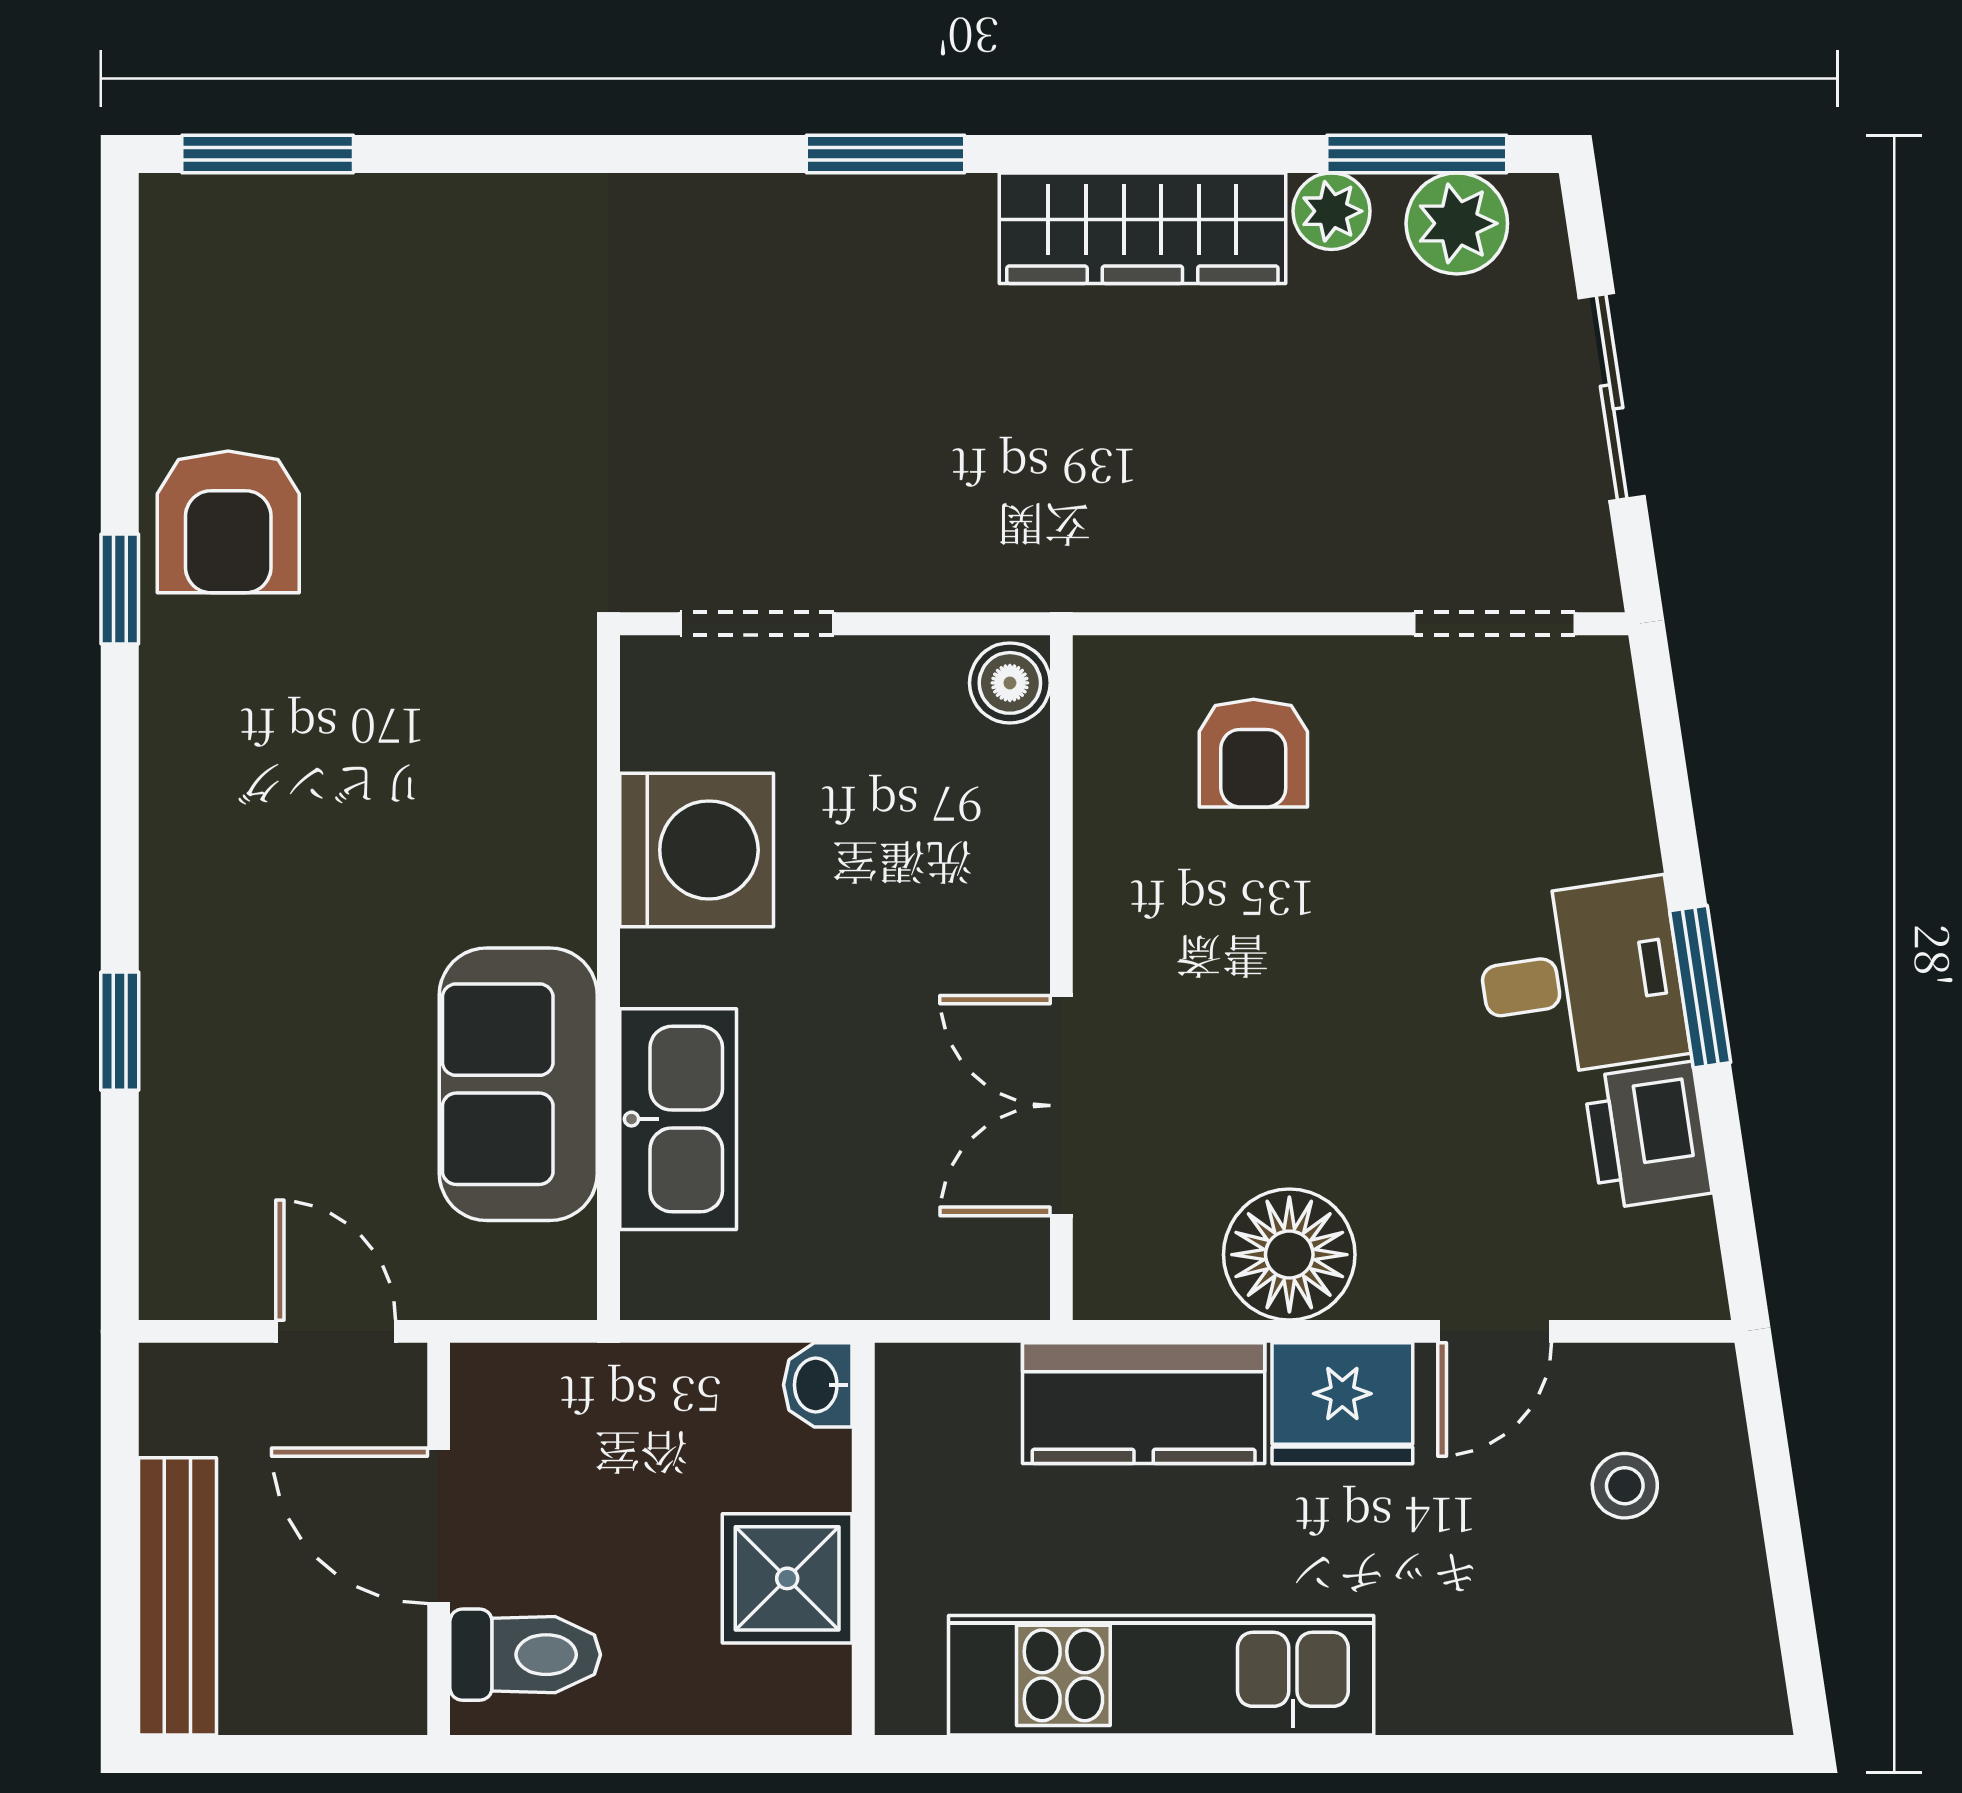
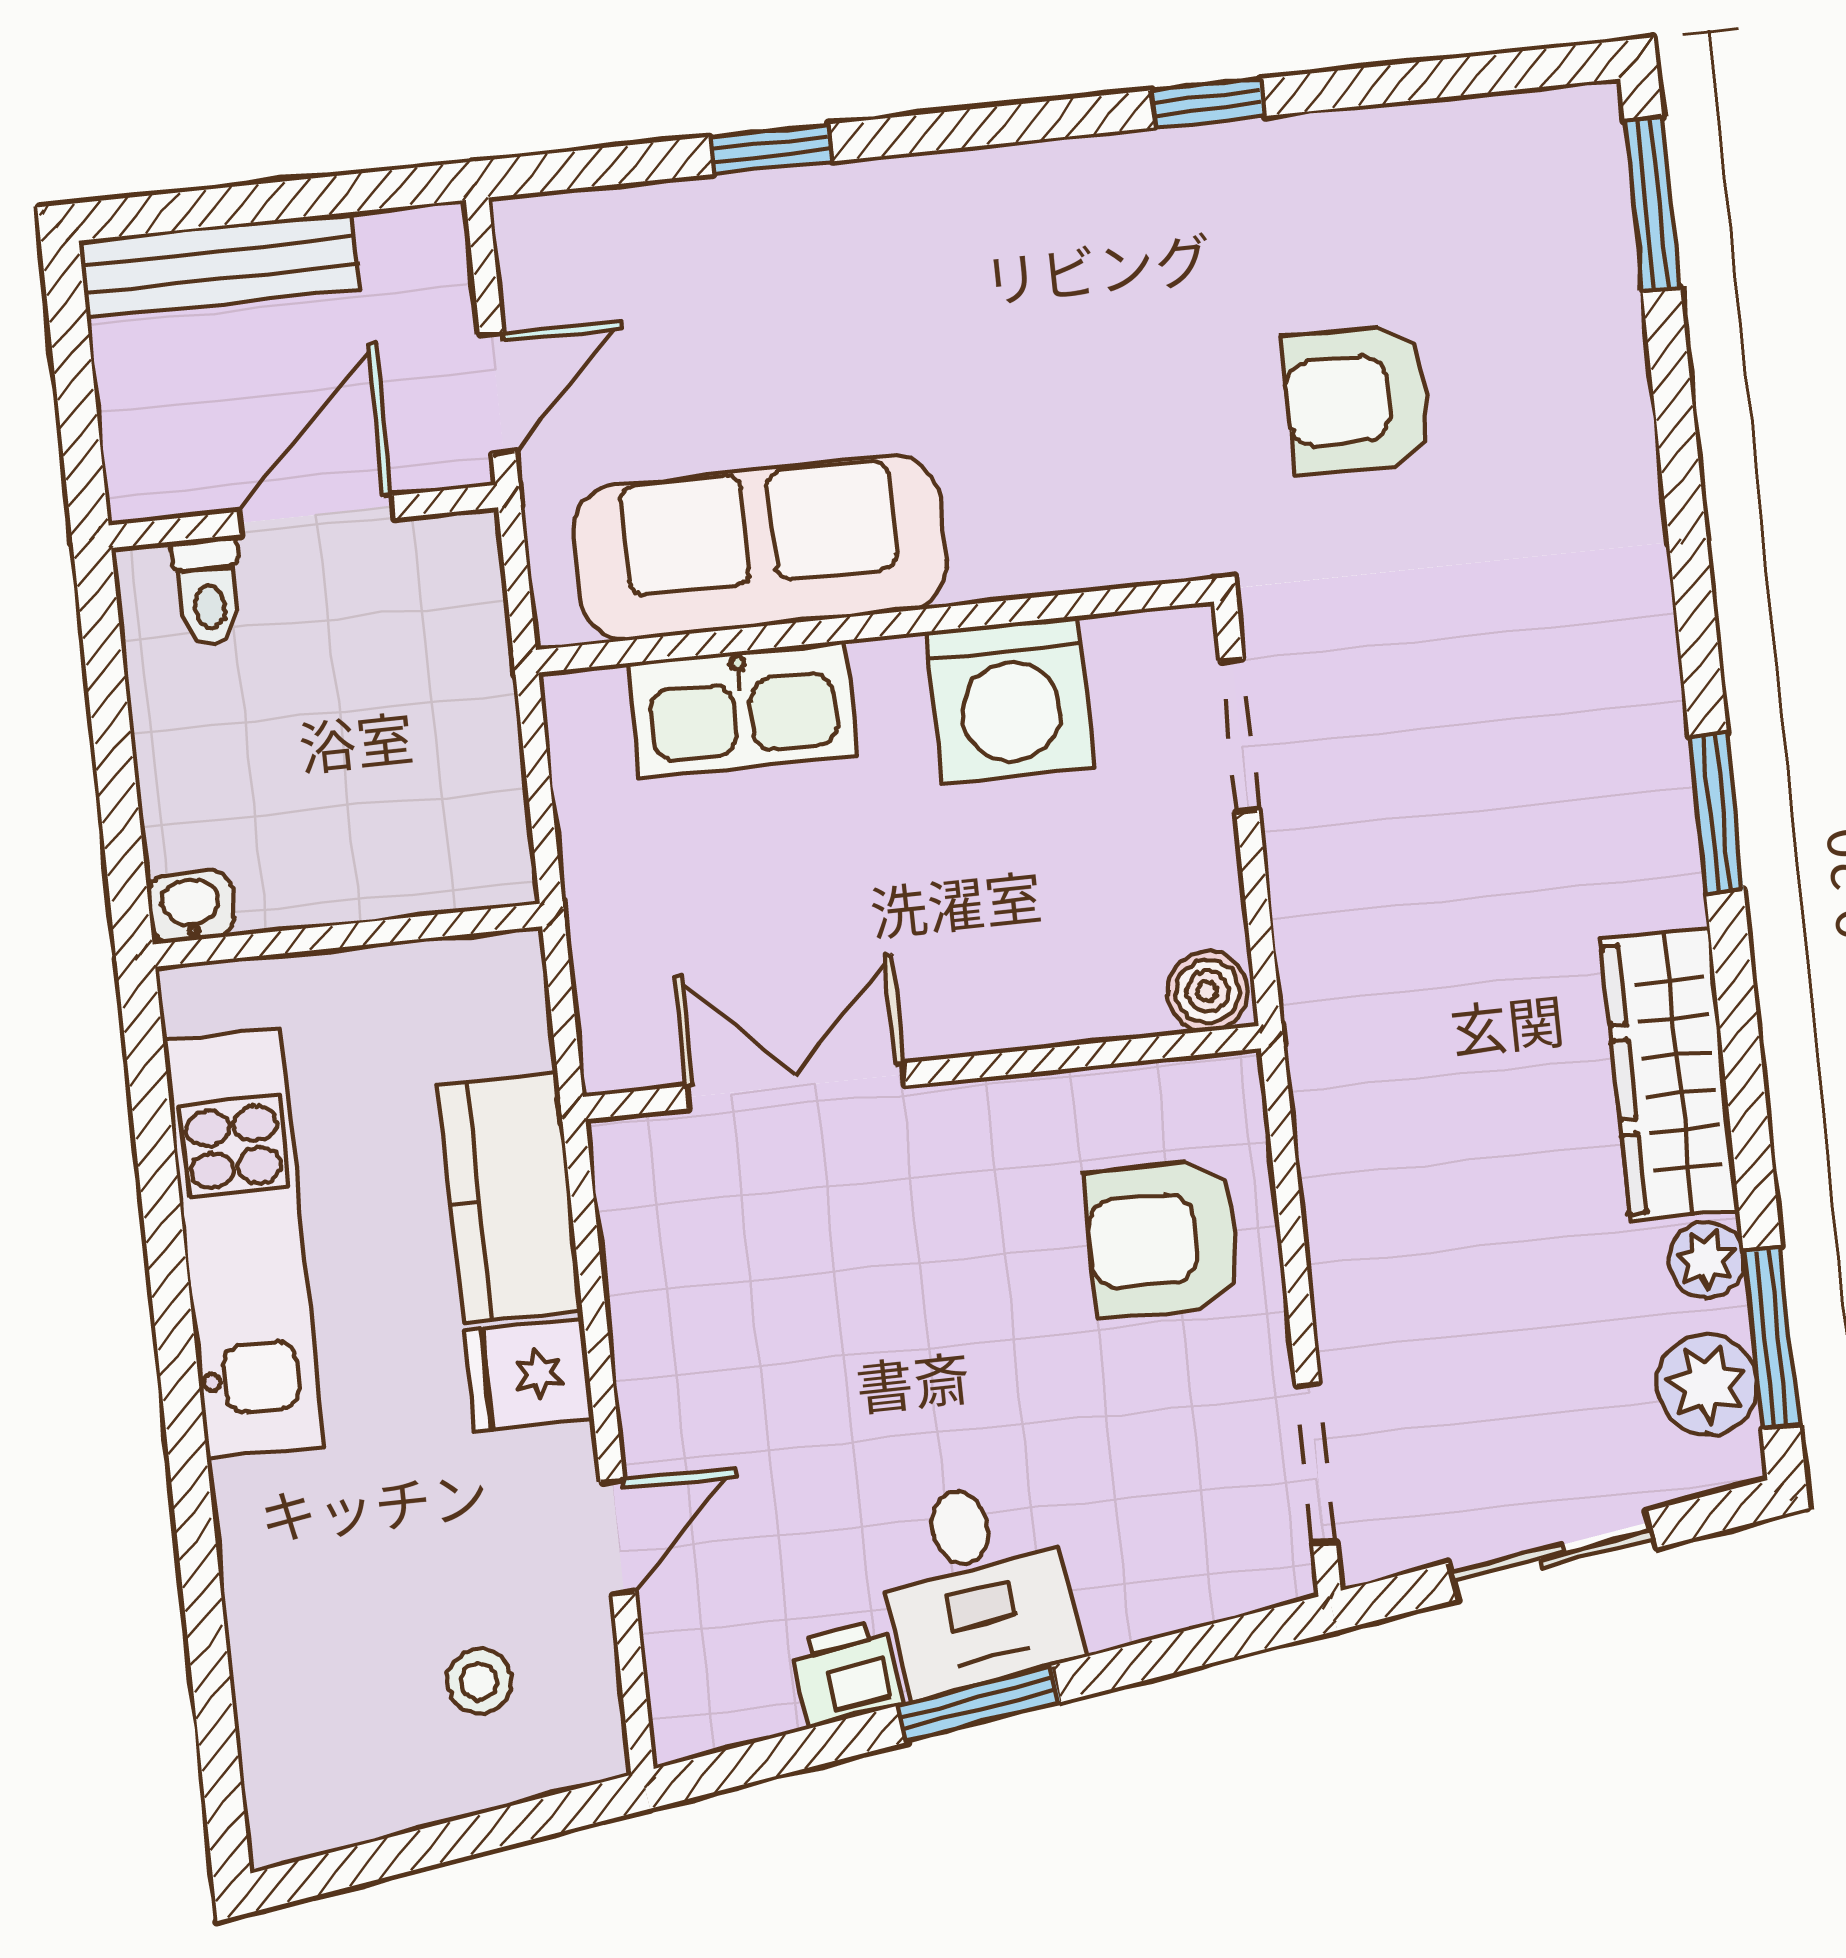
armchair: (228, 522) -> (1358, 399), moved
armchair: (1253, 753) -> (1163, 1239), width x1.38, depth x1.38
sofa: (518, 1084) -> (760, 548), width x1.36
printer: (1648, 1135) -> (847, 1673), width x0.73, depth x0.81
floor lamp: (1289, 1255) -> (672, 1326), removed
door: (1495, 1331) -> (618, 1537), swing flipped
washbasin: (818, 1385) -> (191, 906), moved
fridge: (1342, 1403) -> (529, 1375), width x0.72
shower: (787, 1578) -> (301, 864), removed
toilet: (525, 1655) -> (208, 592), width x0.73, depth x0.72

